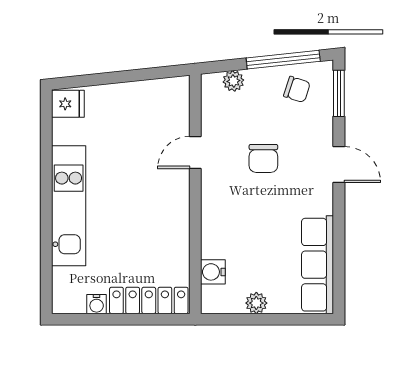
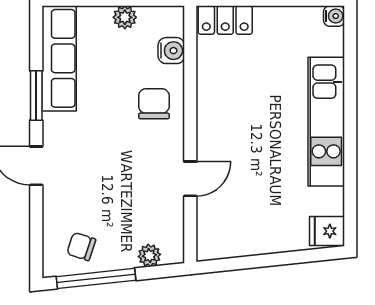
window: (339, 93) -> (36, 96), moved
chair: (263, 158) -> (154, 104), moved
locker: (149, 300) -> (225, 20), width x0.66
water cooler: (97, 304) -> (334, 16), moved, turned 90

